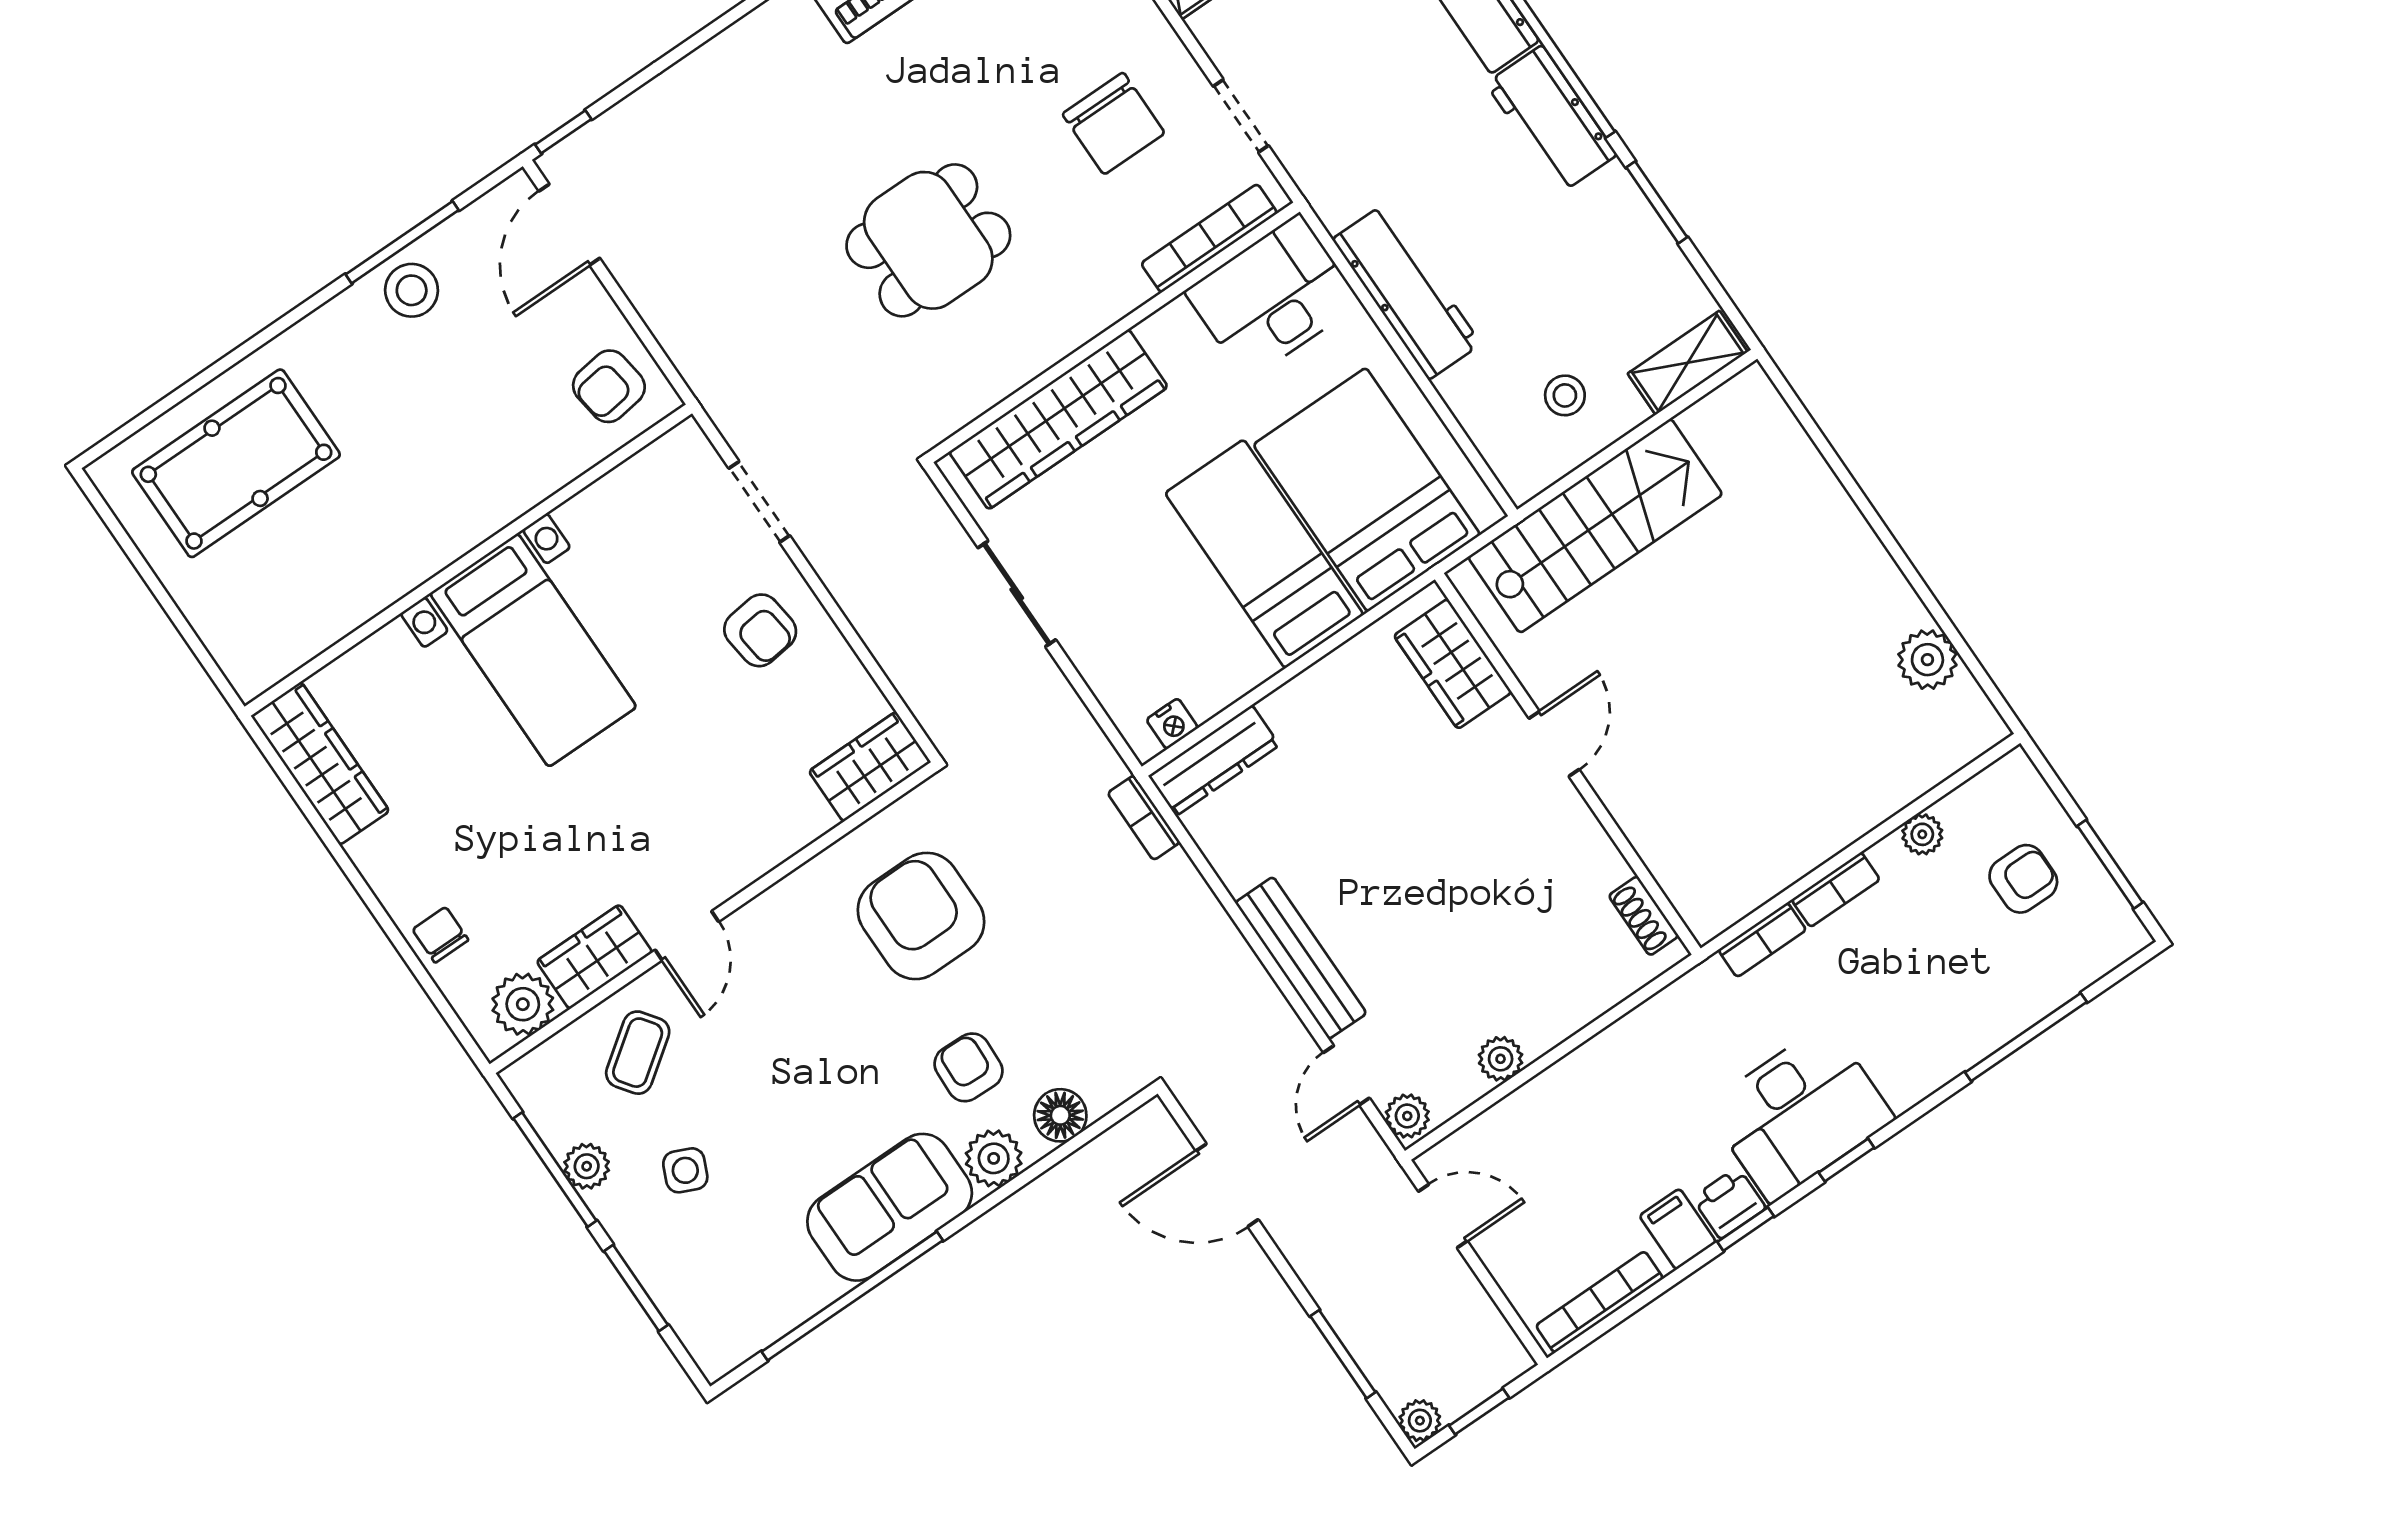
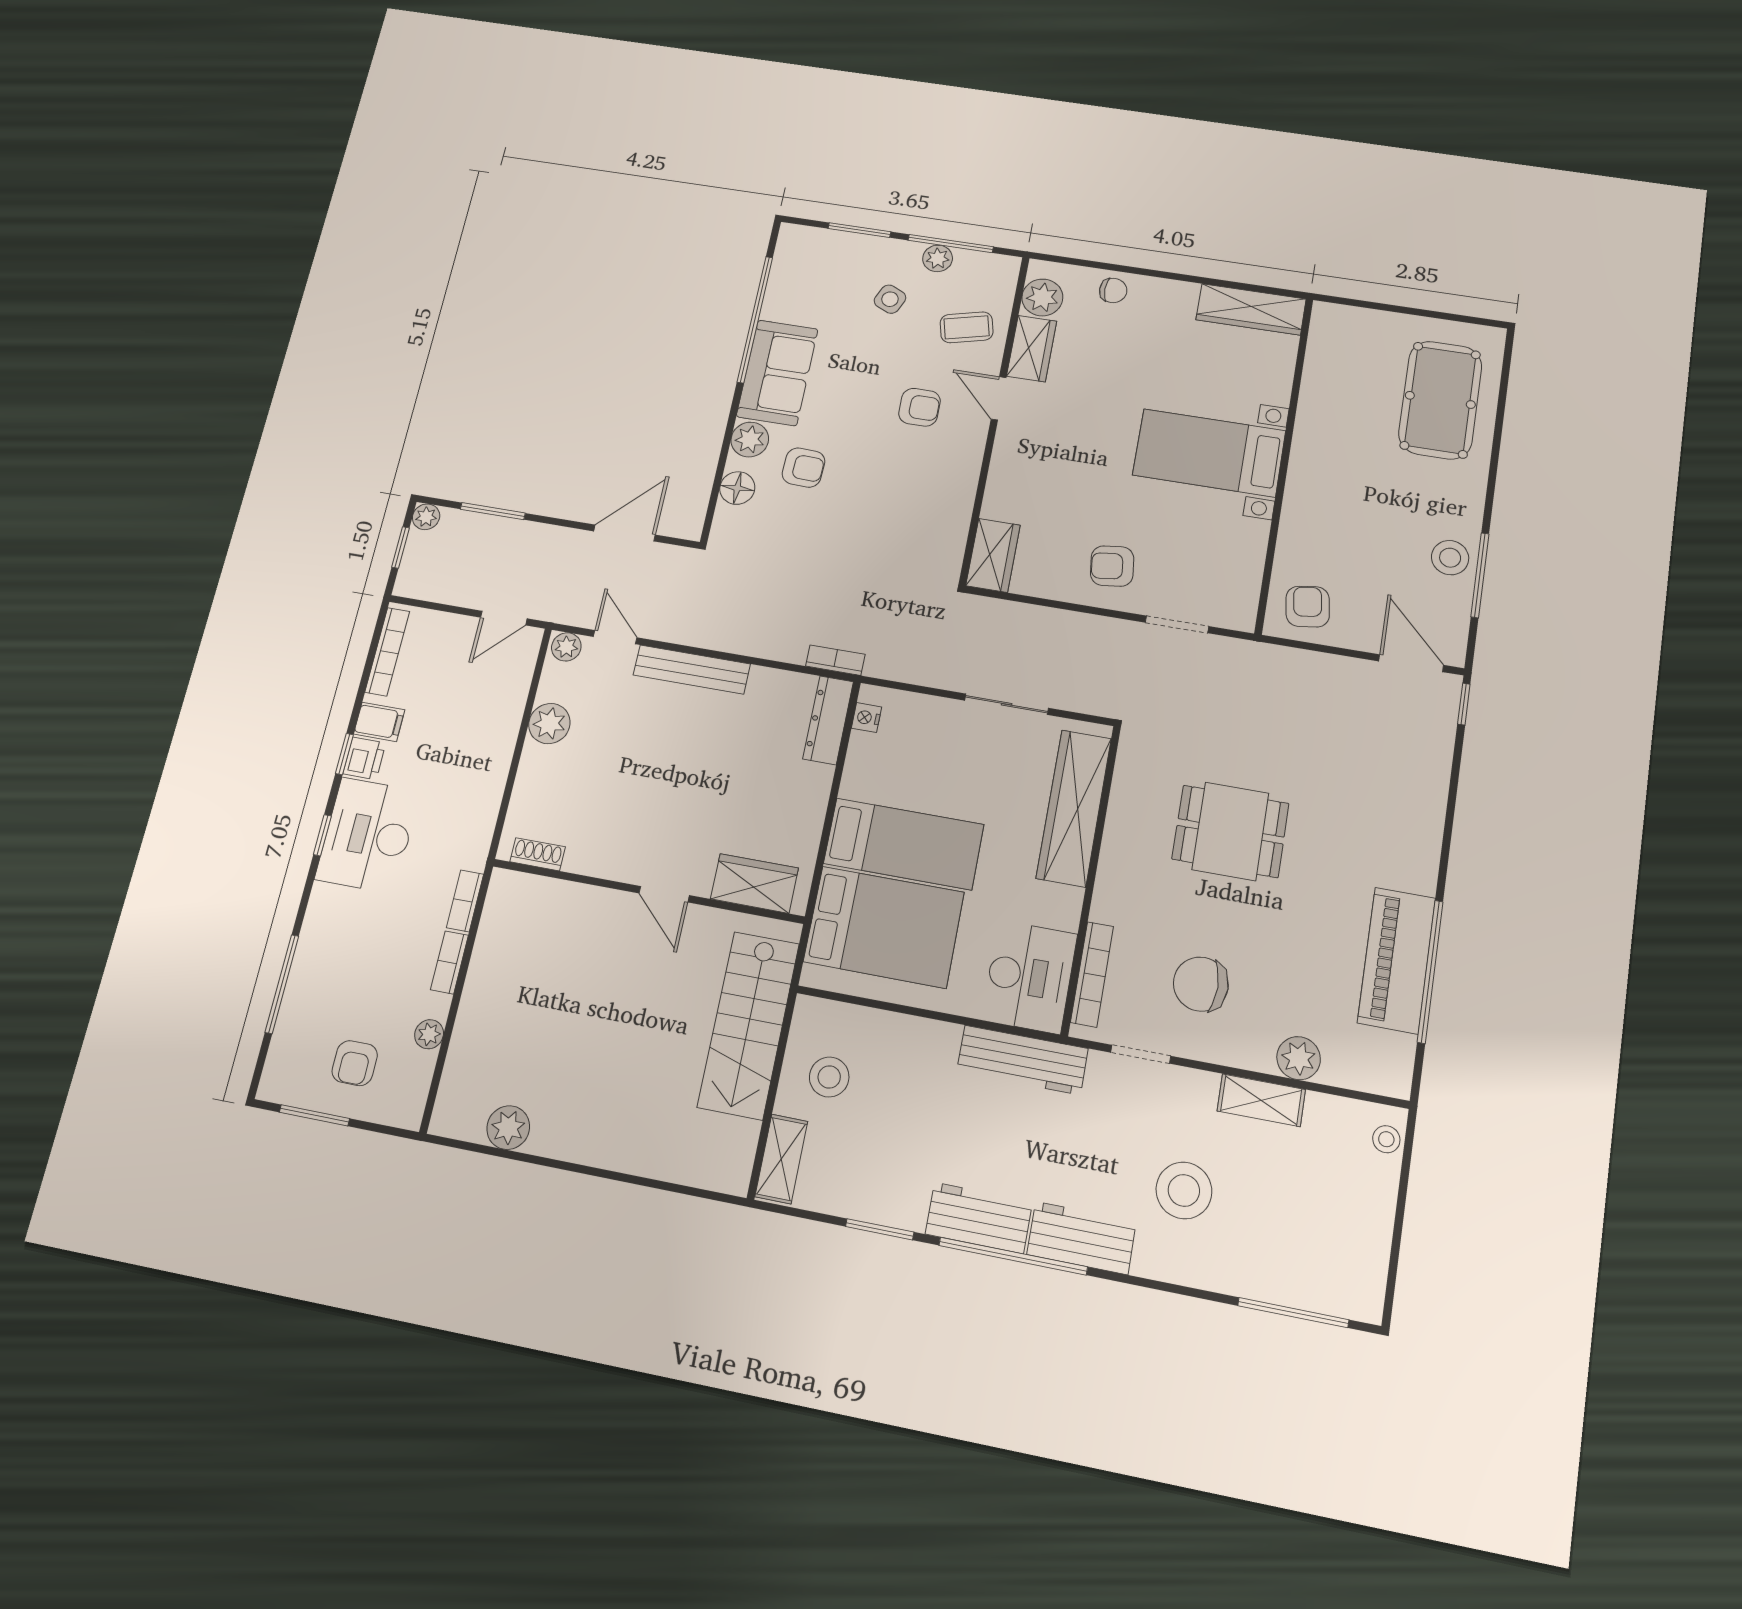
dining table: (928, 240) -> (1230, 831), turned 90
workbench: (1407, 292) -> (1022, 1060), moved
stool: (1565, 395) -> (829, 1077), width x1.37, depth x1.37
armchair: (921, 916) -> (919, 407), moved, width x0.53, depth x0.53
coffee table: (638, 1053) -> (967, 327), turned -68
plant: (1501, 1059) -> (549, 724), width x1.38, depth x1.38

